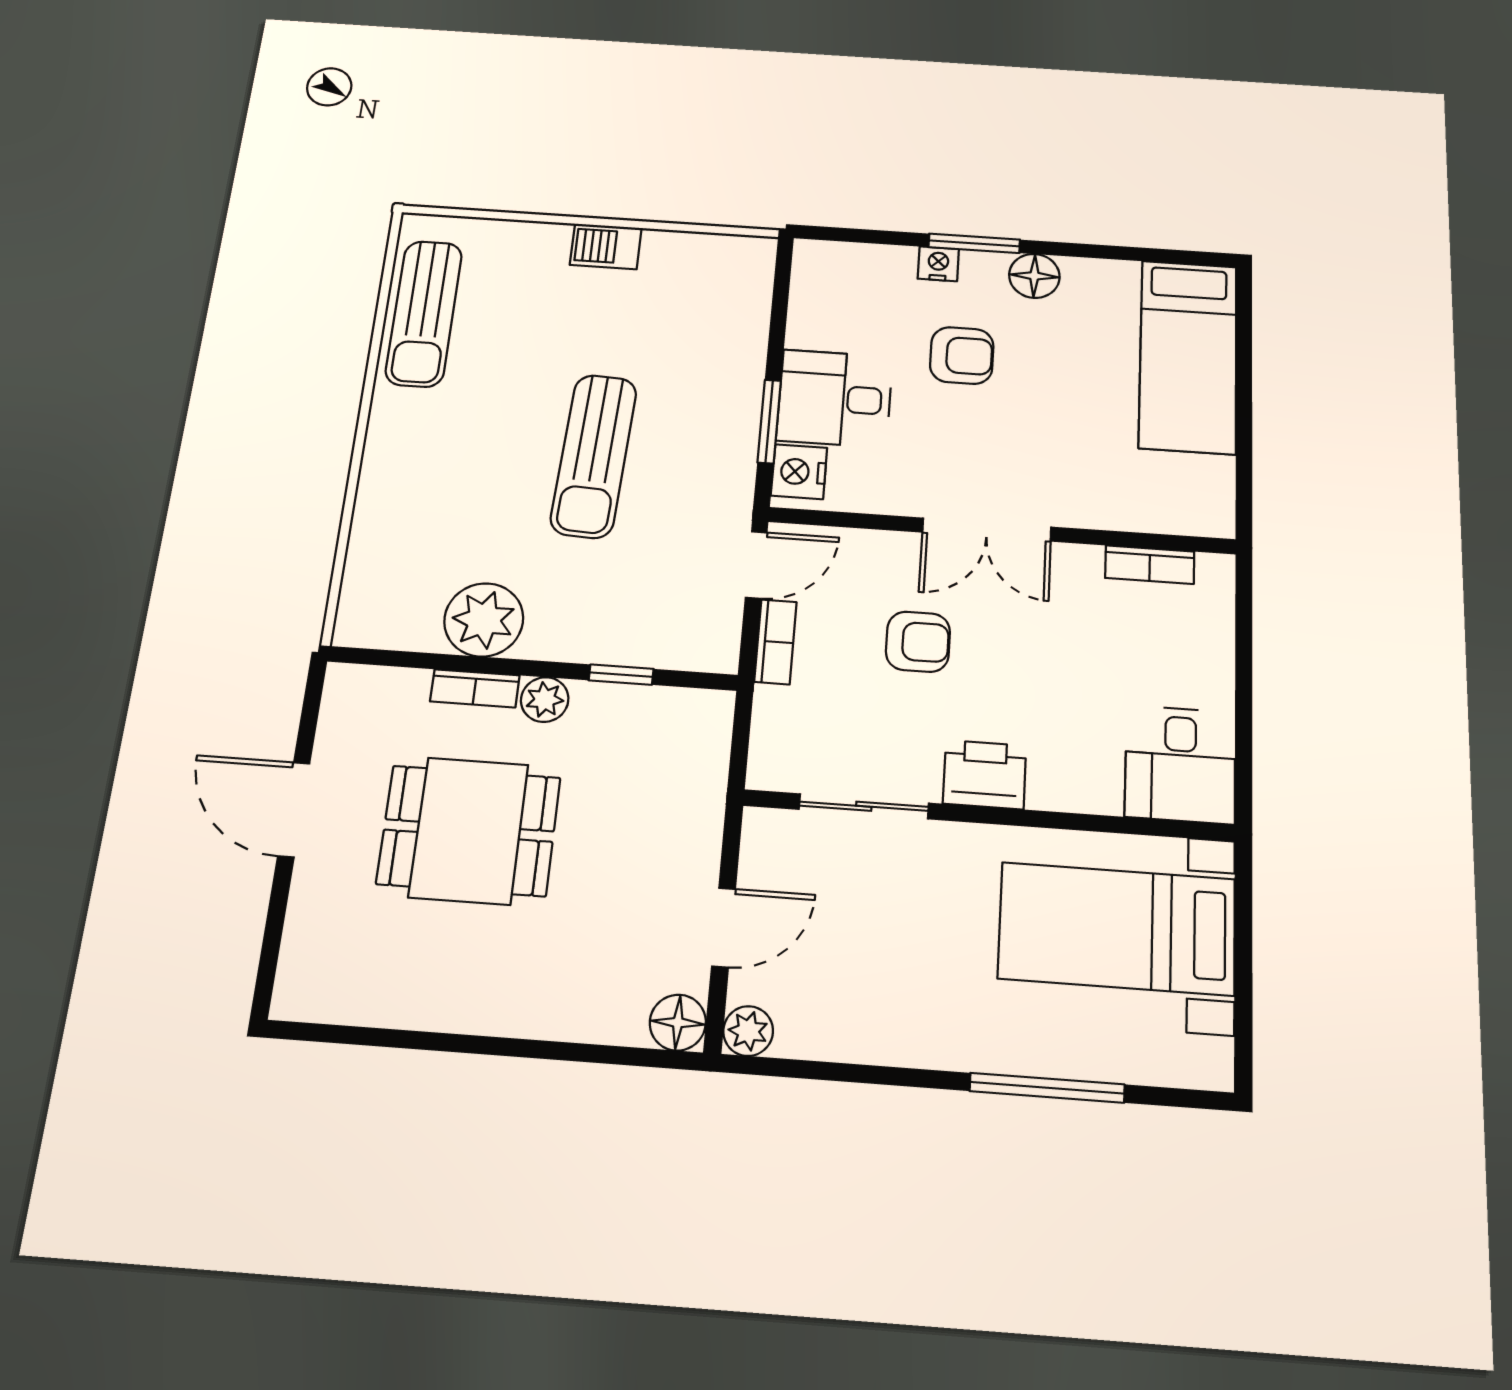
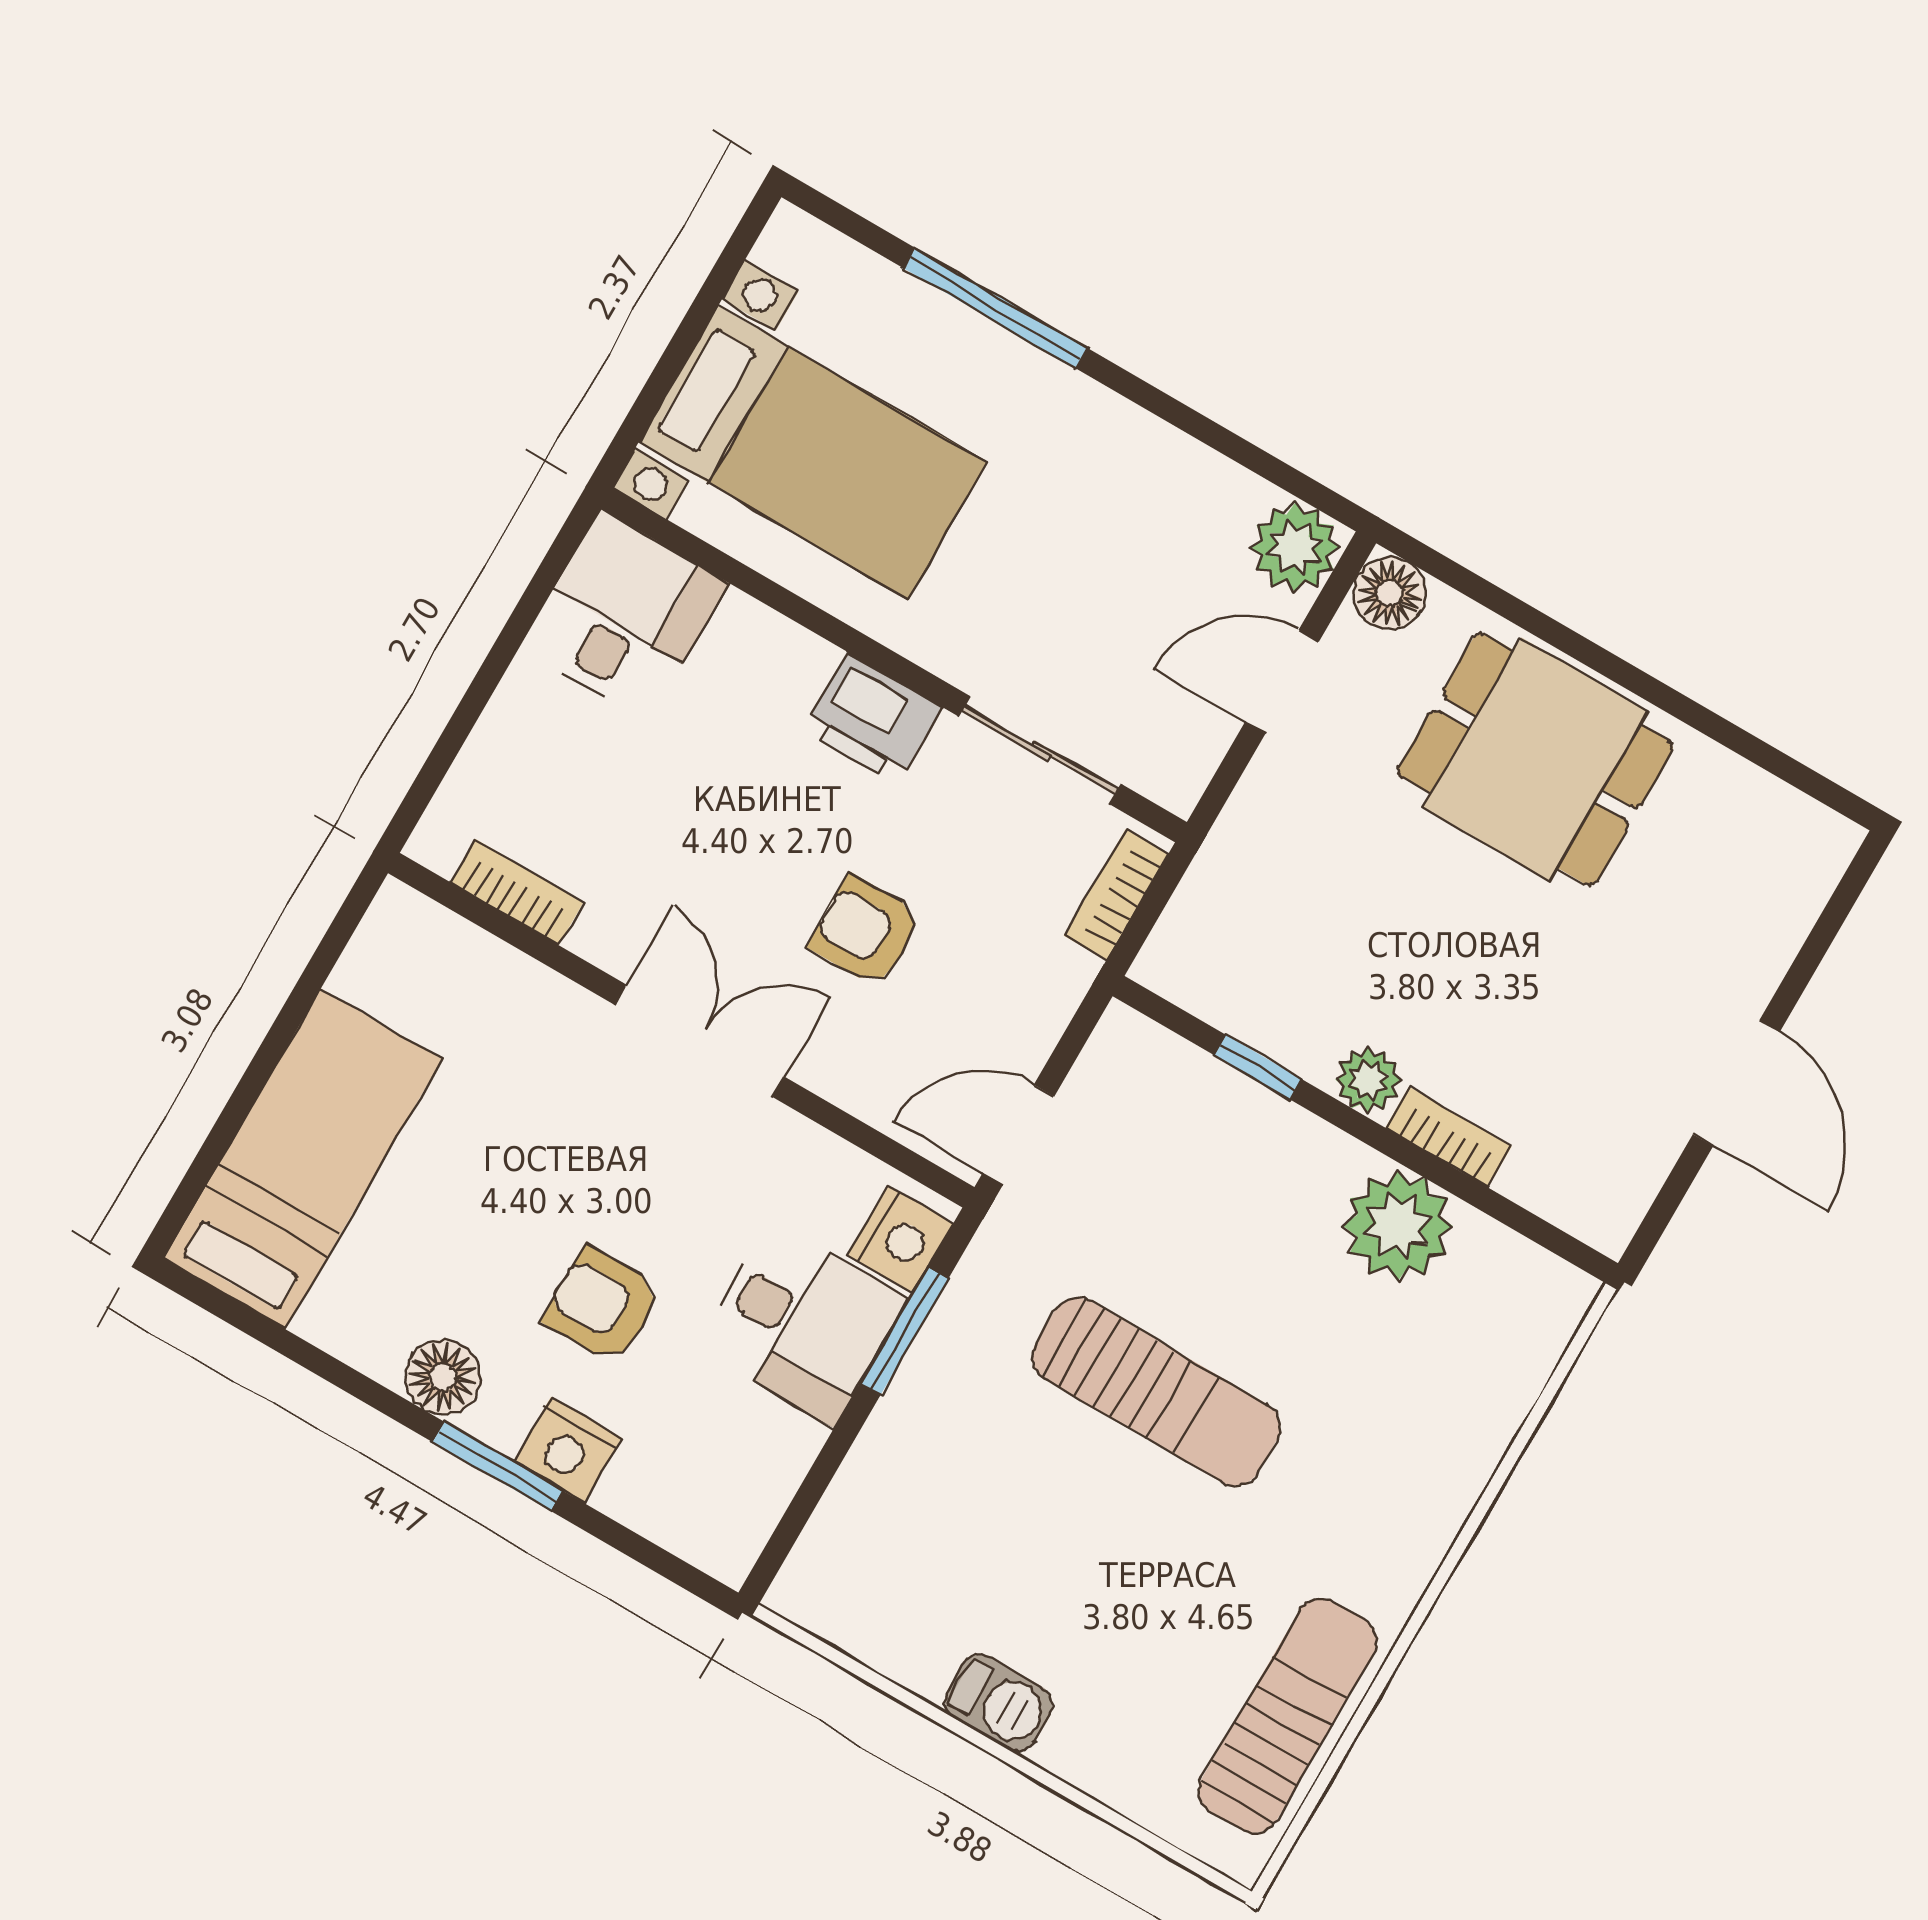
nightstand: (938, 264) -> (568, 1450), width x1.39, depth x1.35
sun lounger: (594, 456) -> (1156, 1392), turned 87
bookcase: (776, 642) -> (1116, 895), moved
dining table: (469, 831) -> (1535, 759), moved
plant: (748, 1031) -> (1295, 548), width x1.38, depth x1.38

